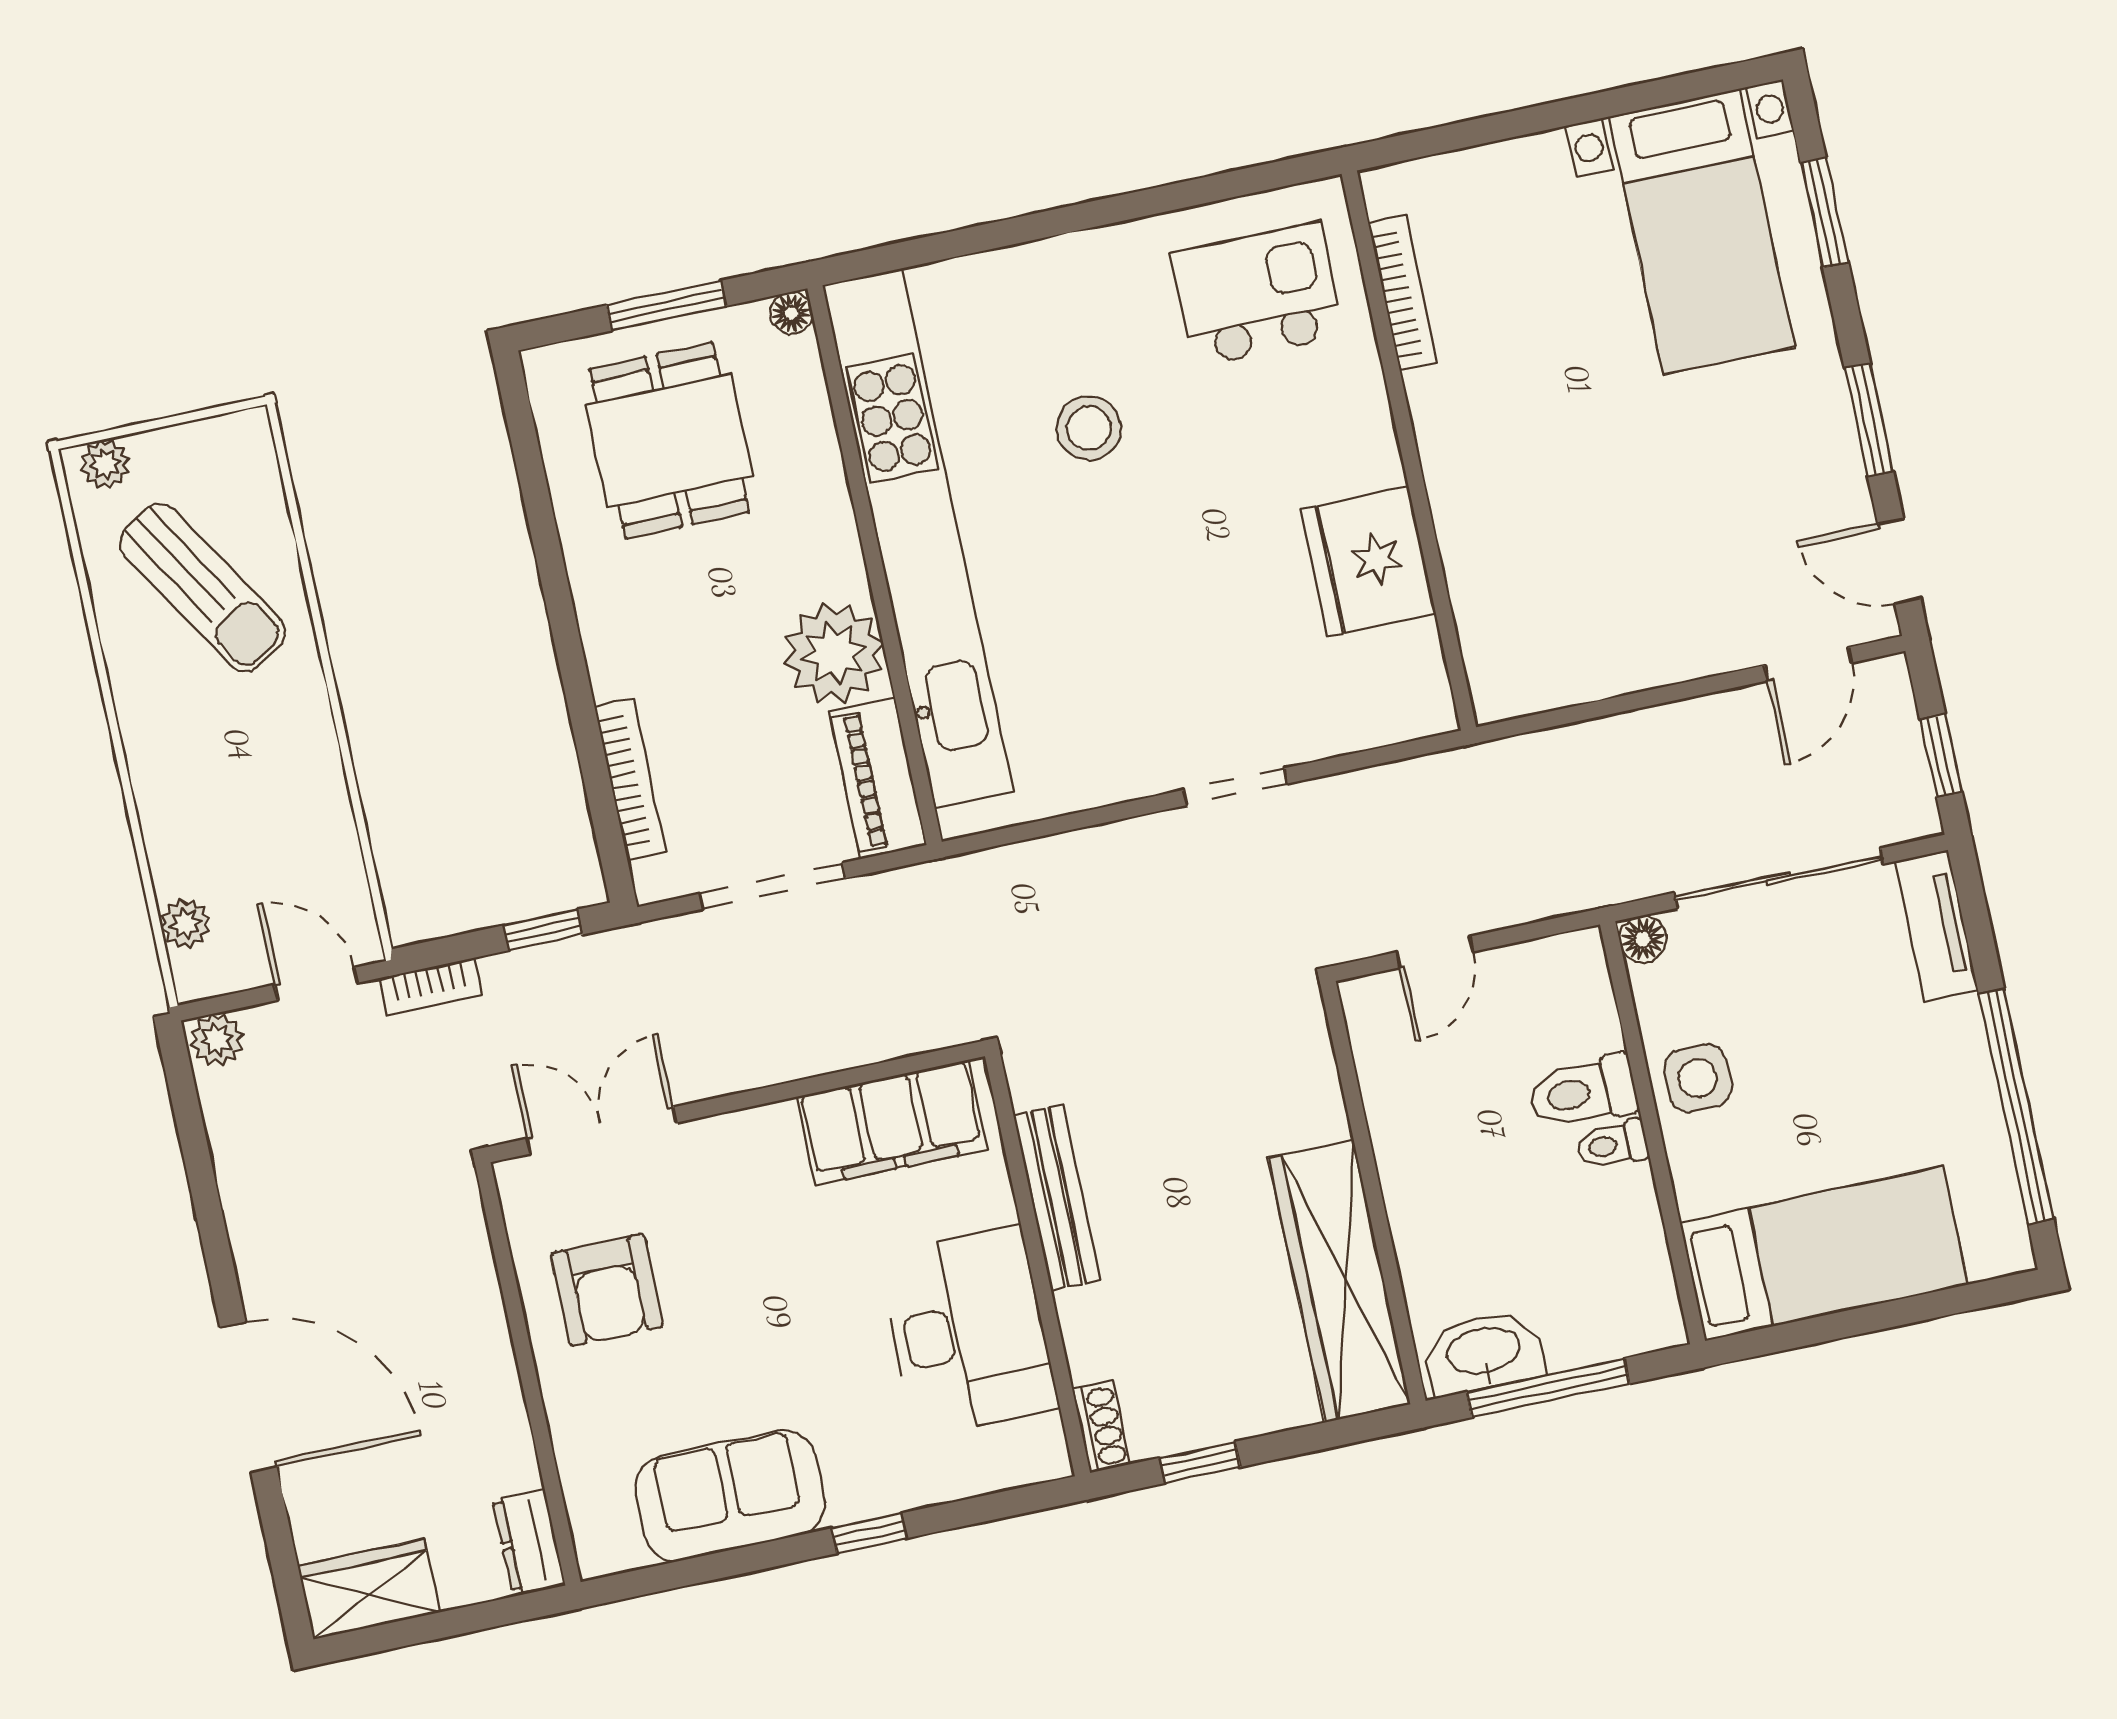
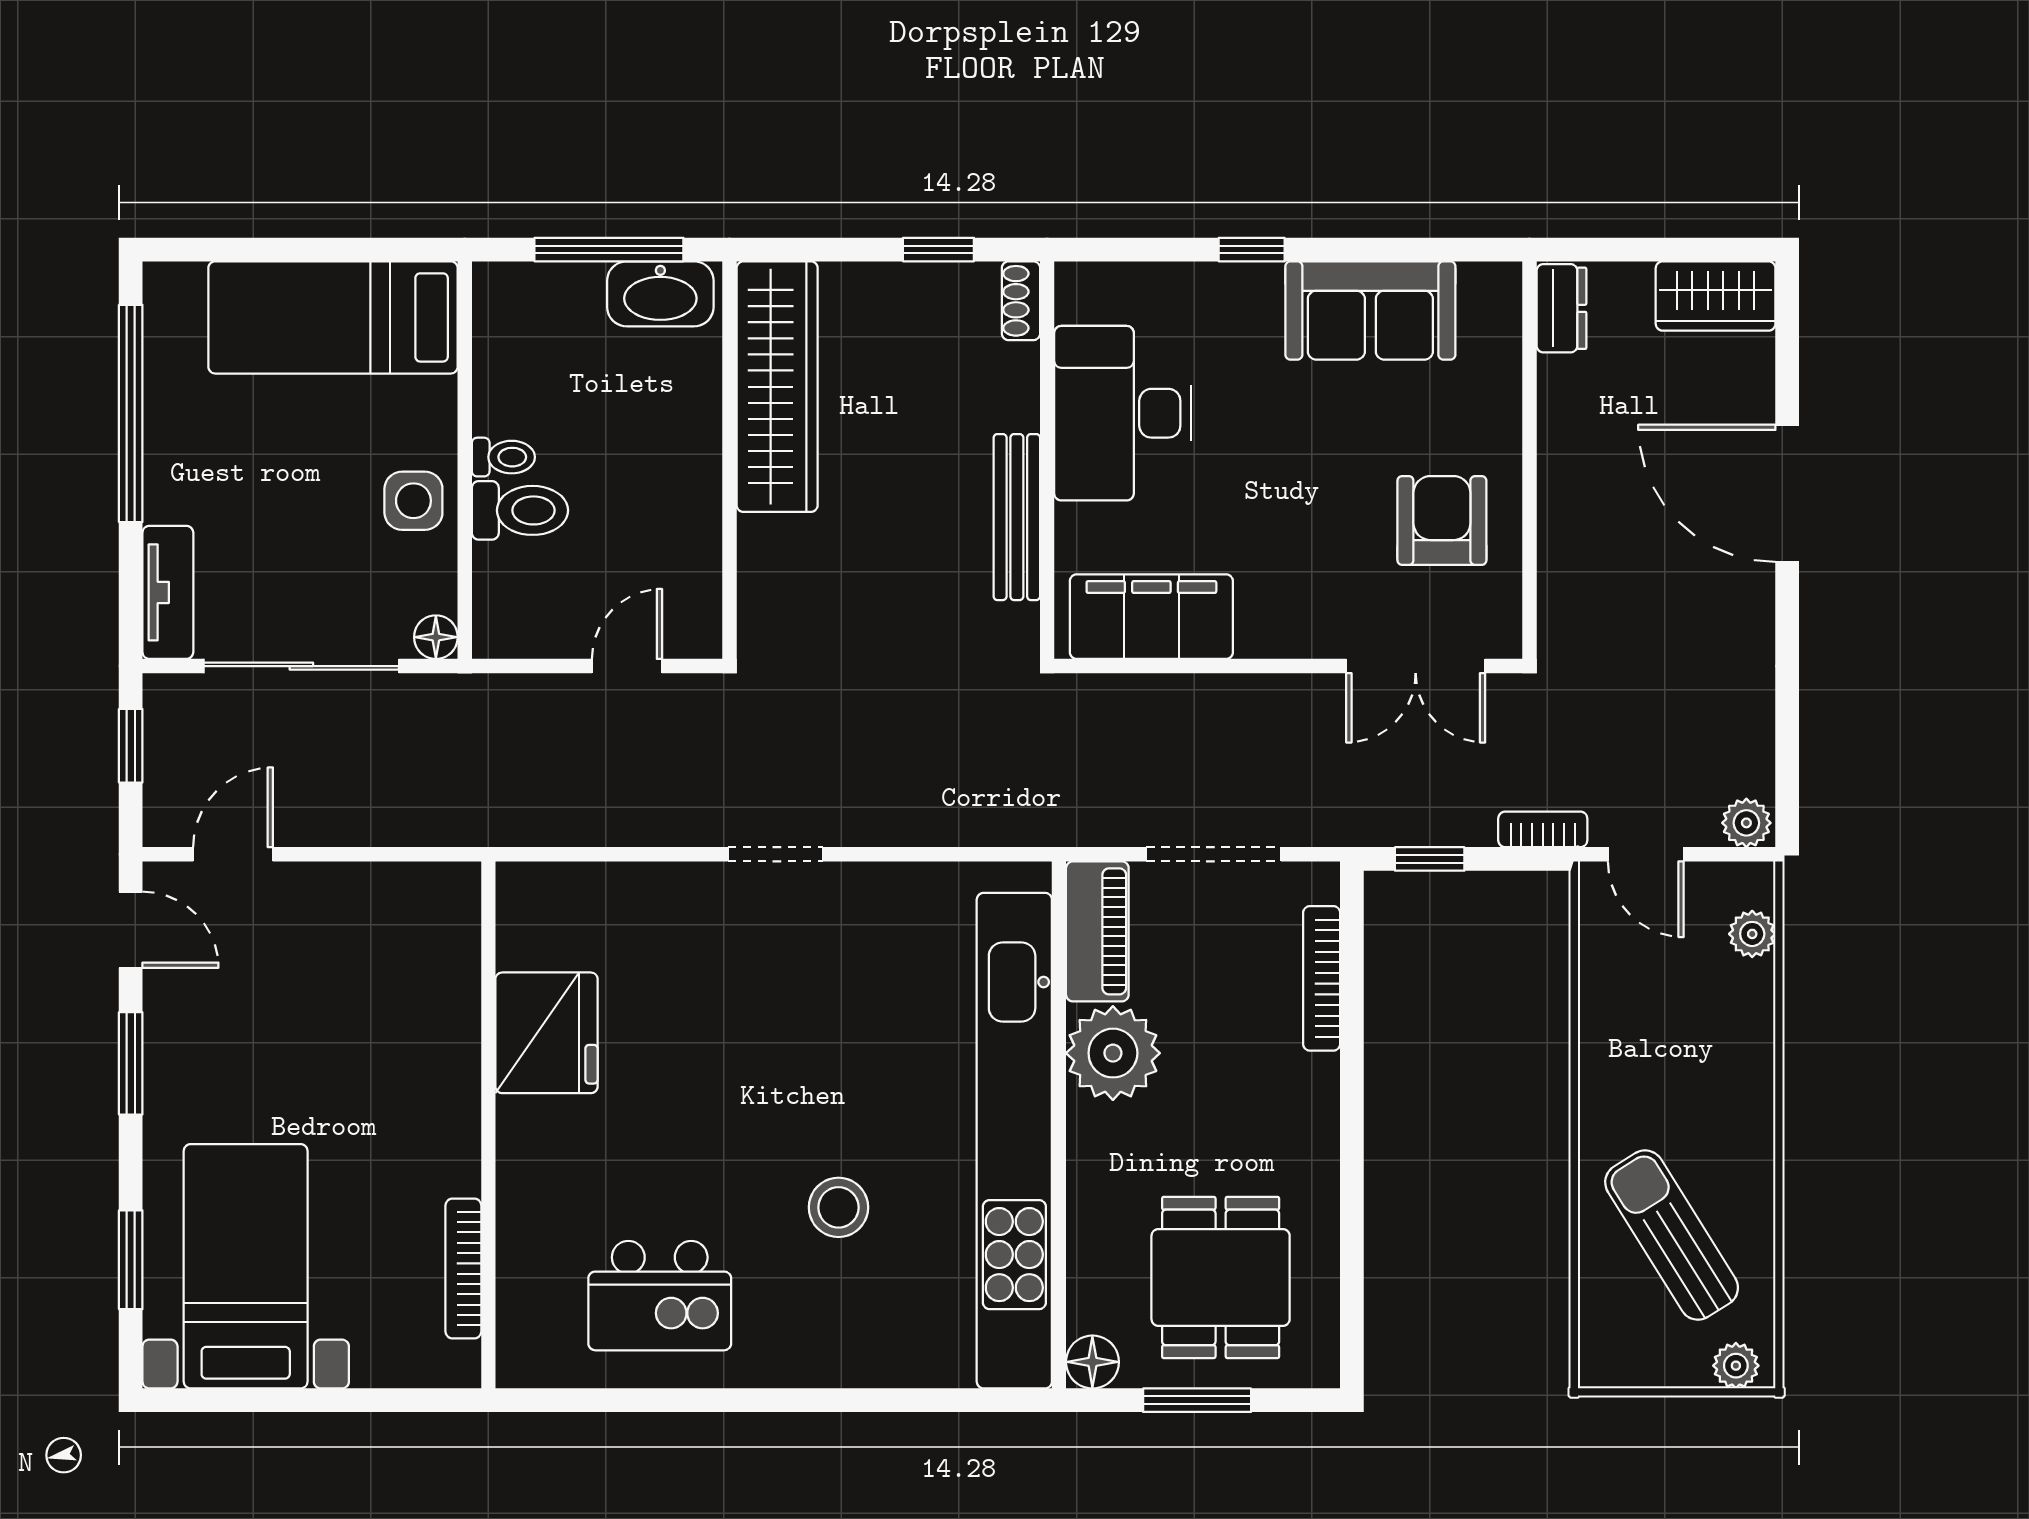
bookcase: (1403, 293) -> (463, 1269), moved
floor lamp: (791, 313) -> (1092, 1362), width x1.37, depth x1.37
wall: (1409, 451) -> (488, 1125), moved
fridge: (1368, 561) -> (547, 1033), moved

